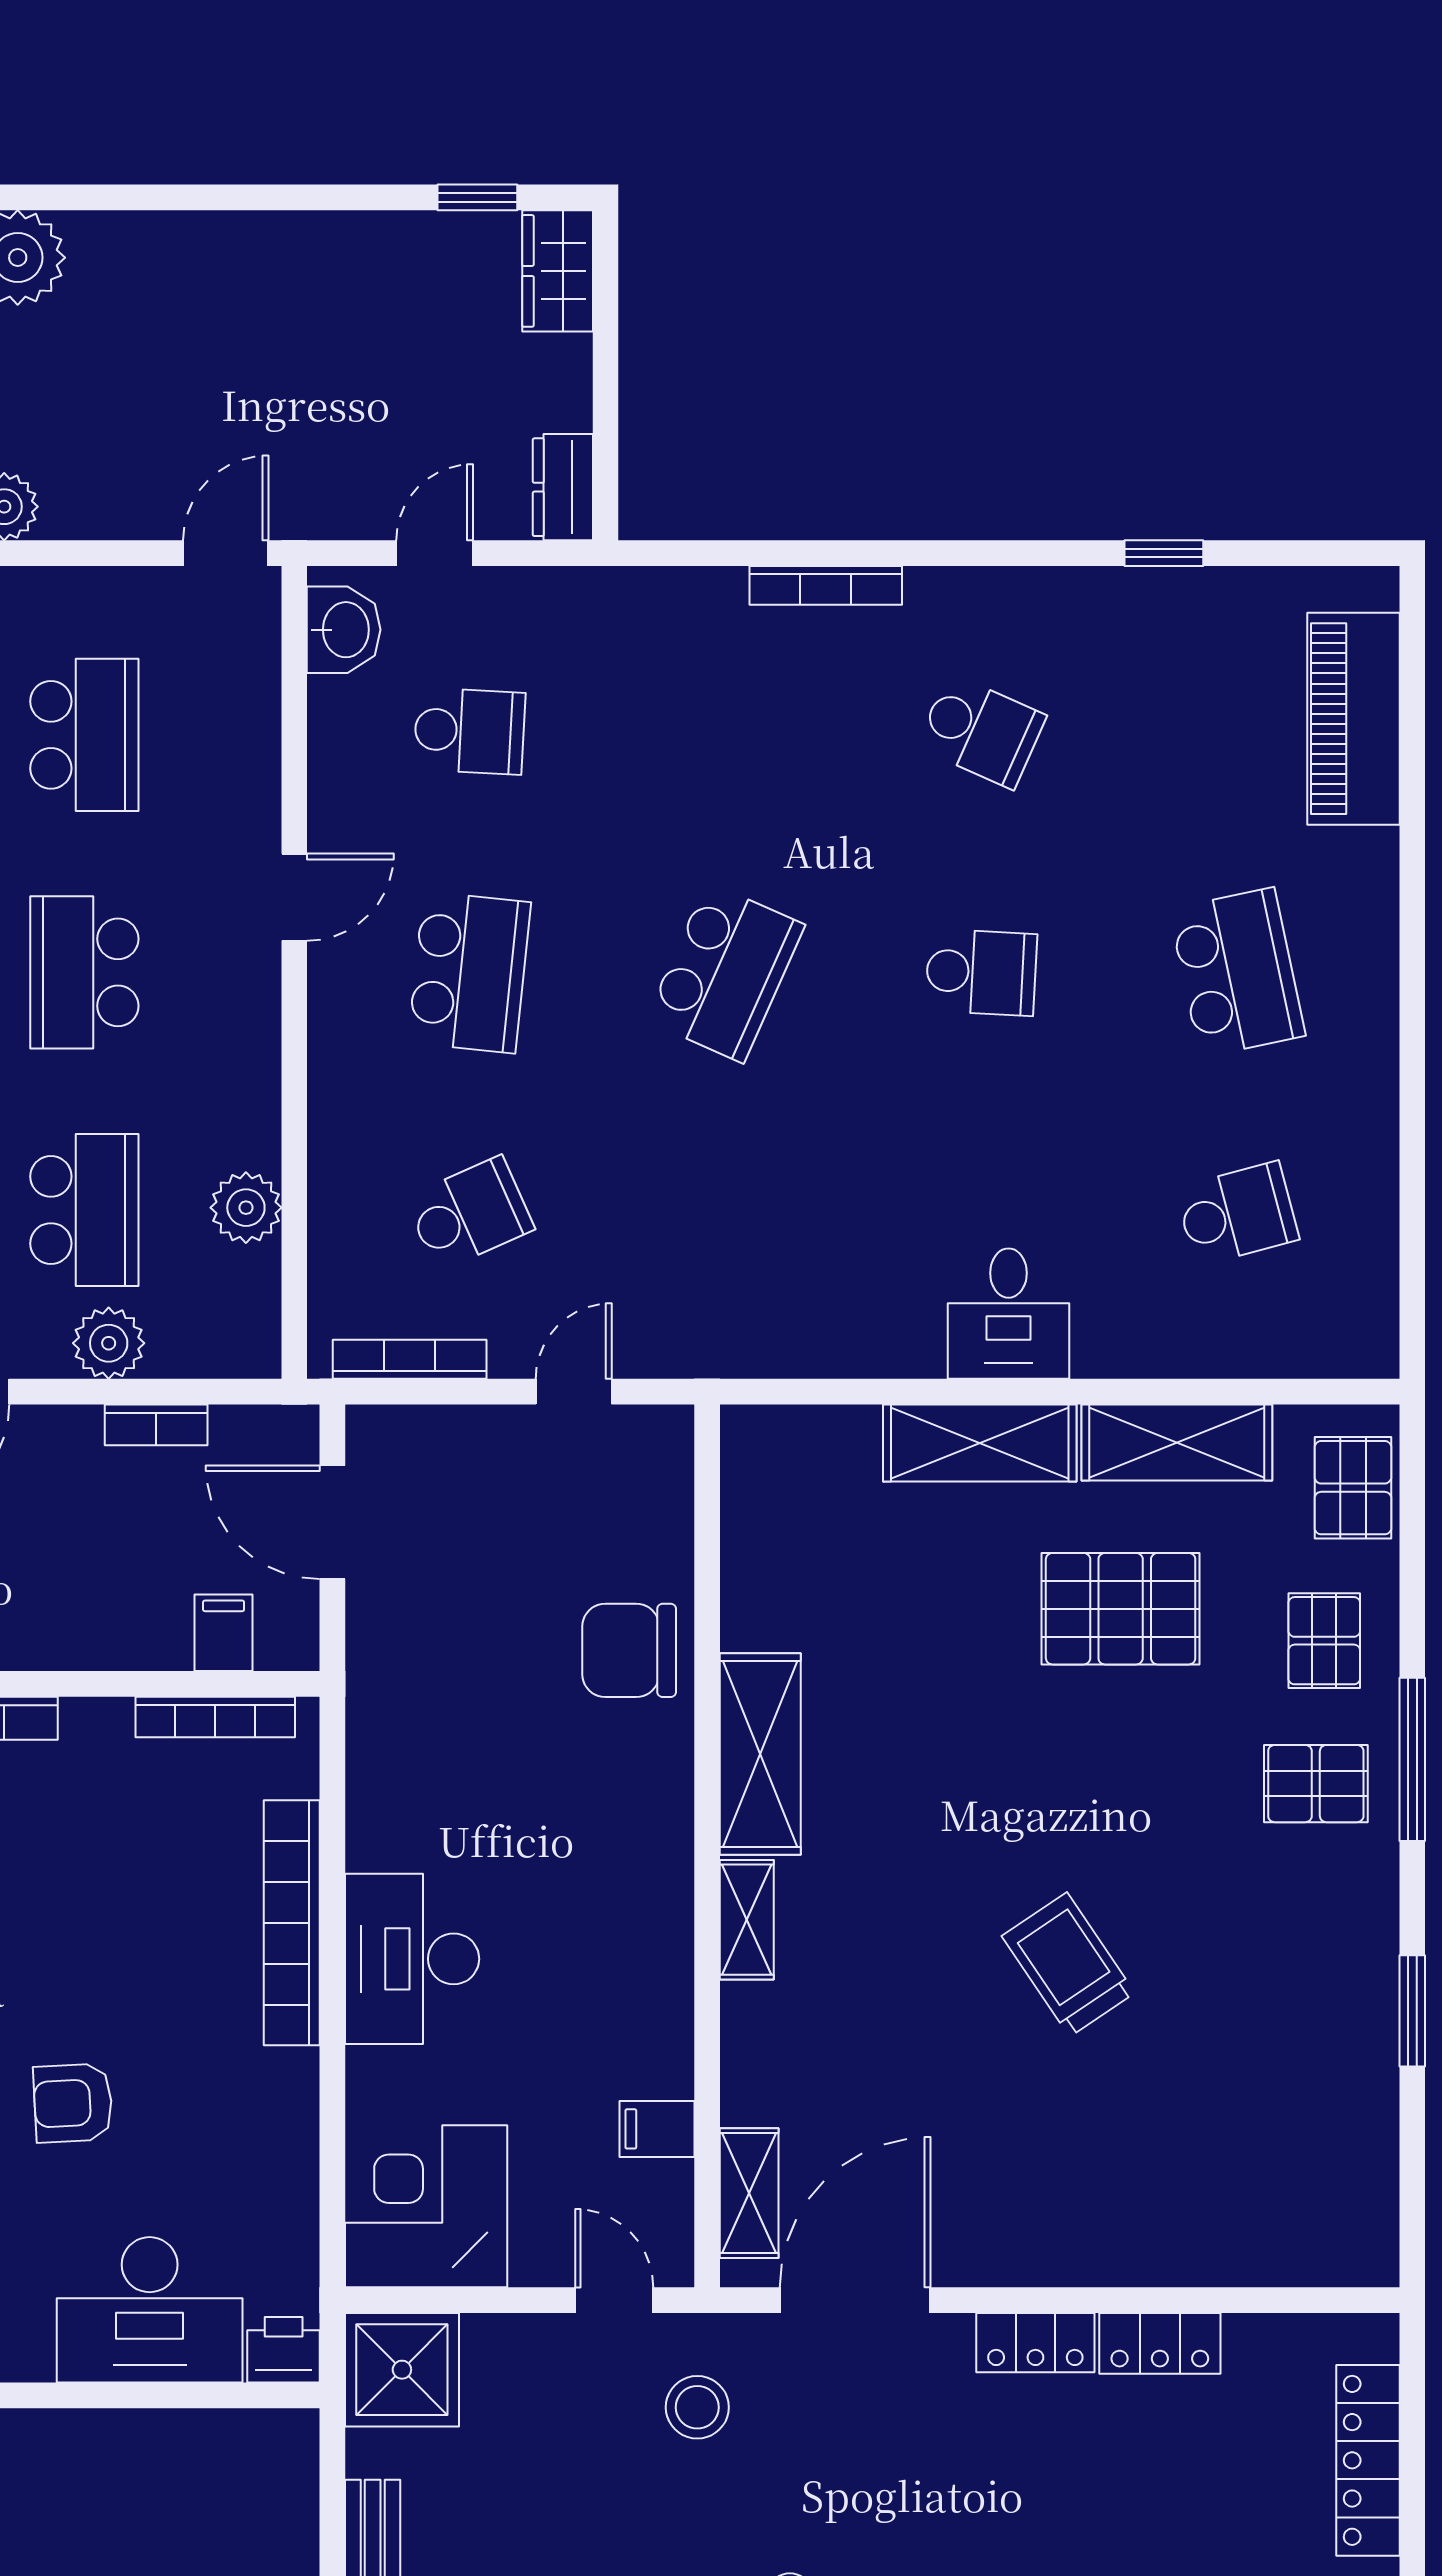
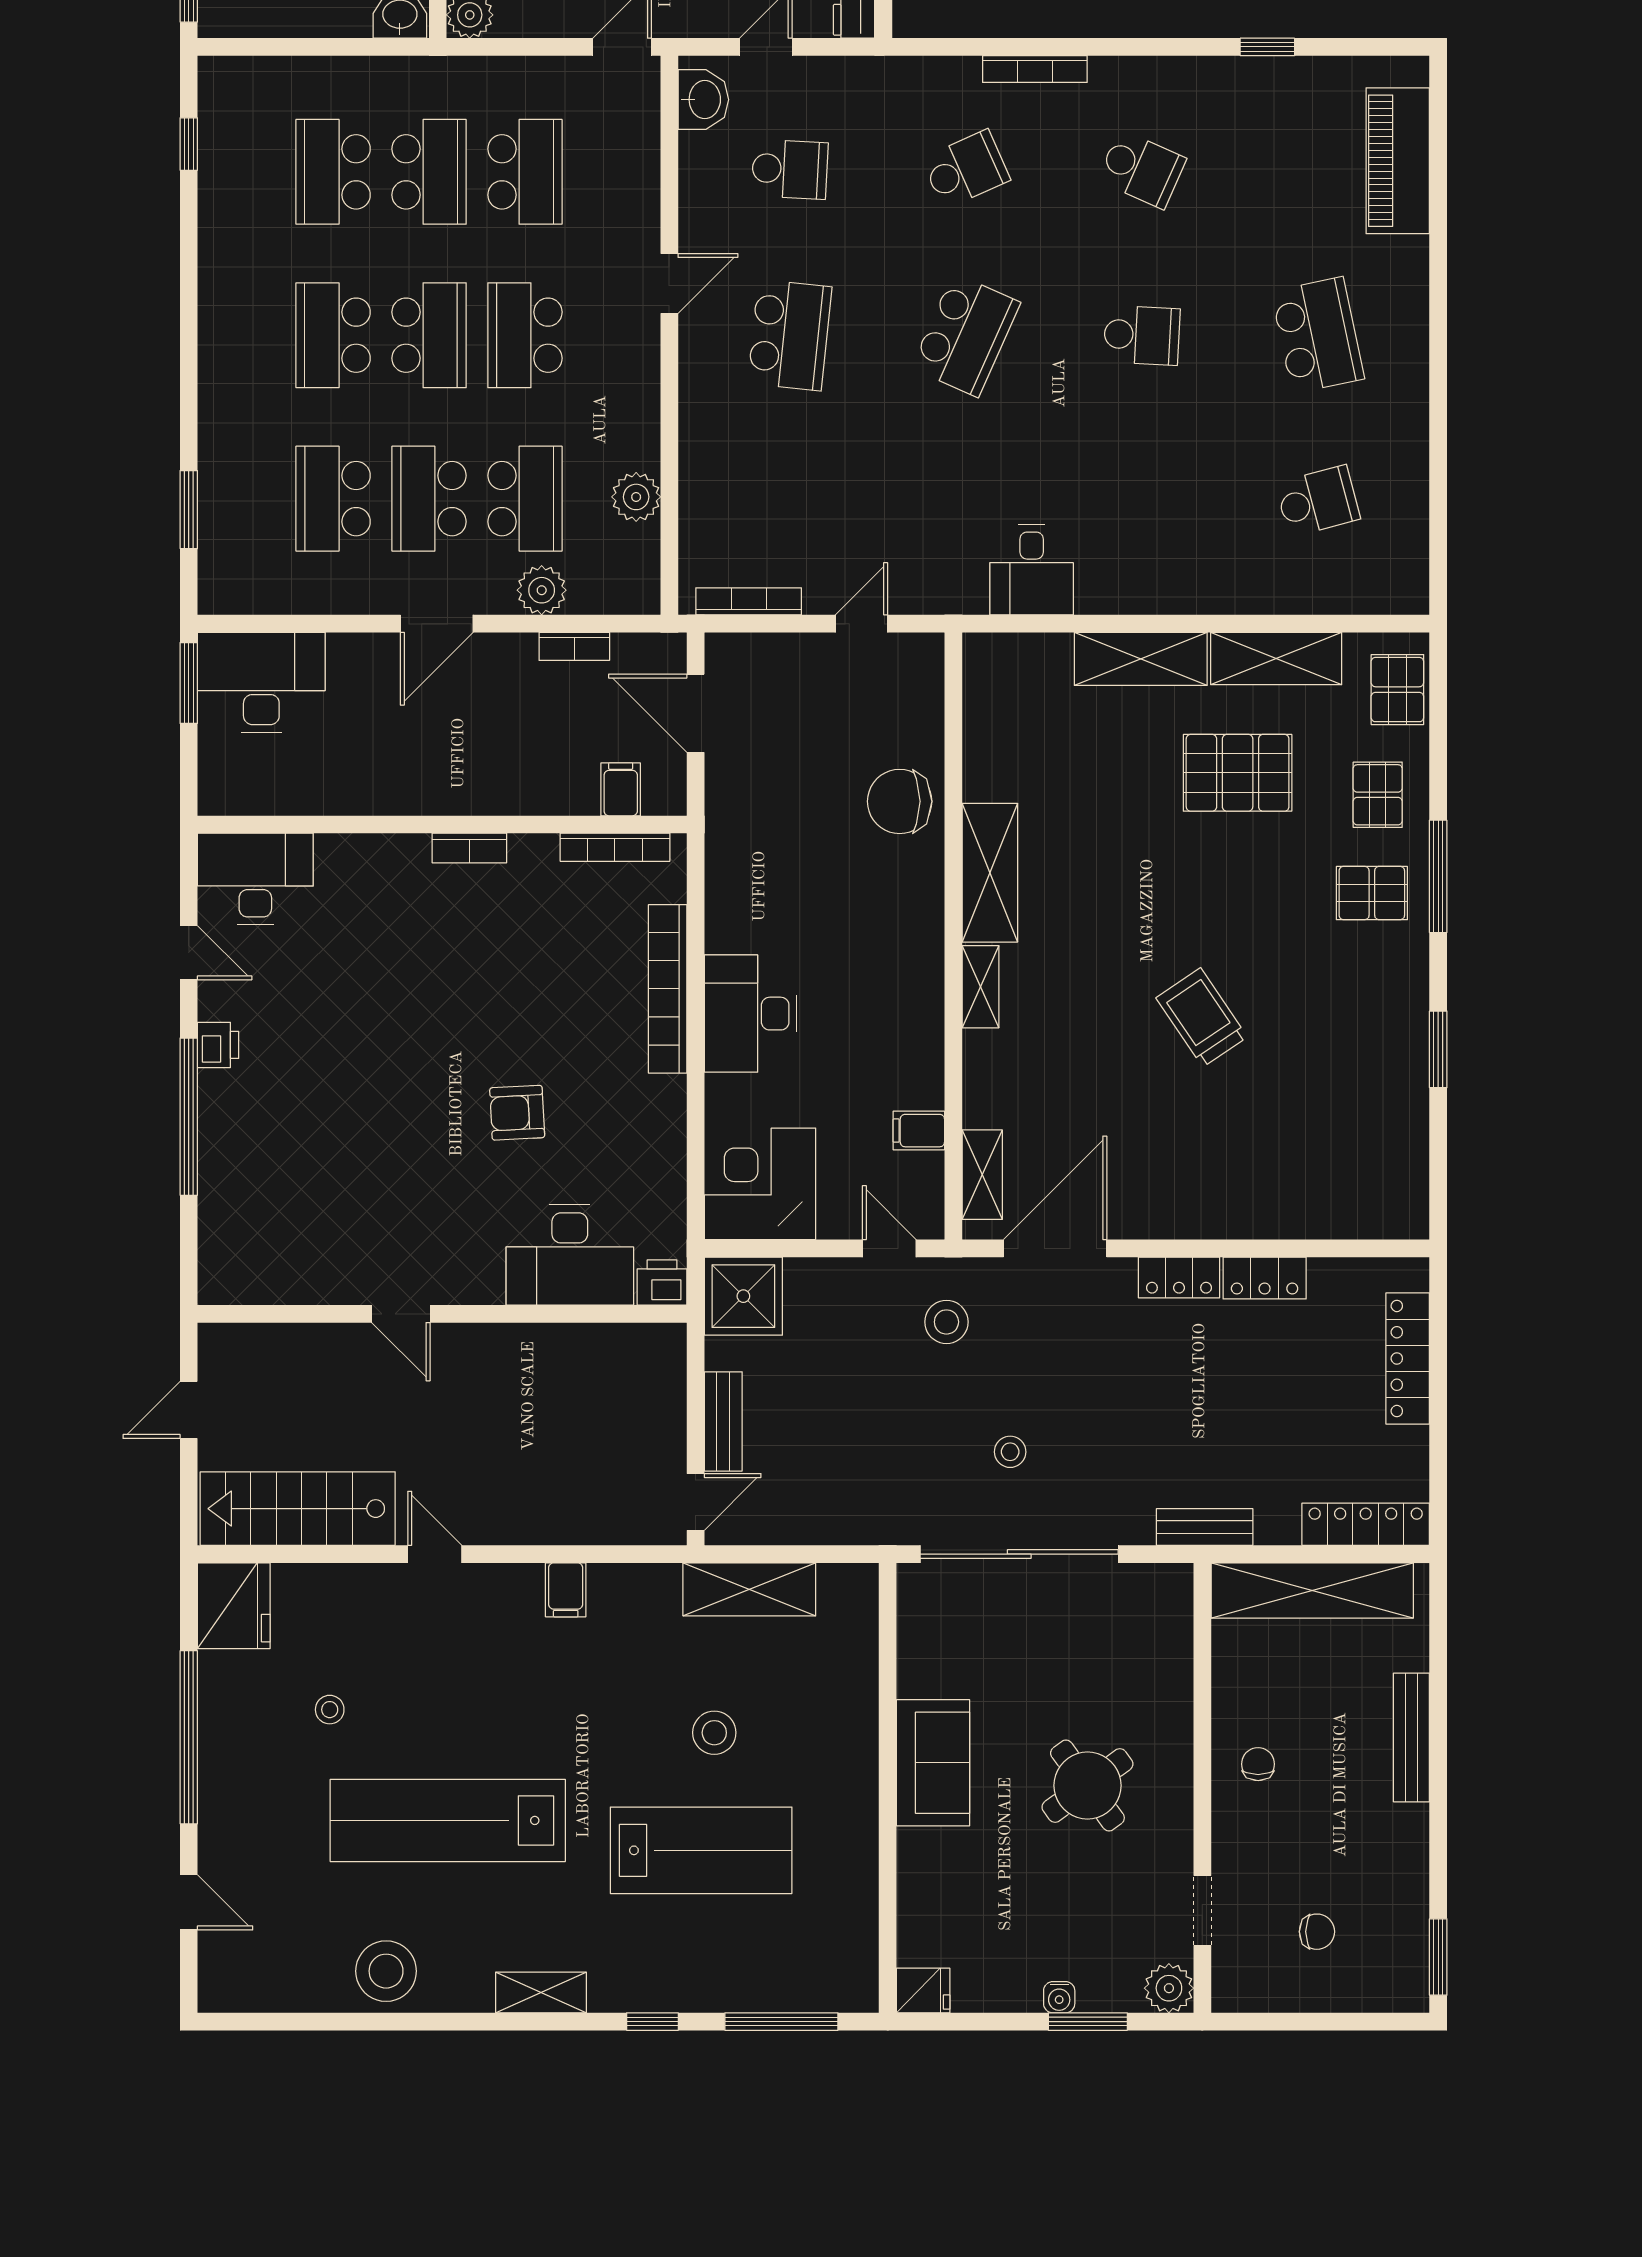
school desk: (469, 1214) -> (966, 169), moved
desk: (1008, 1314) -> (1032, 570), moved

